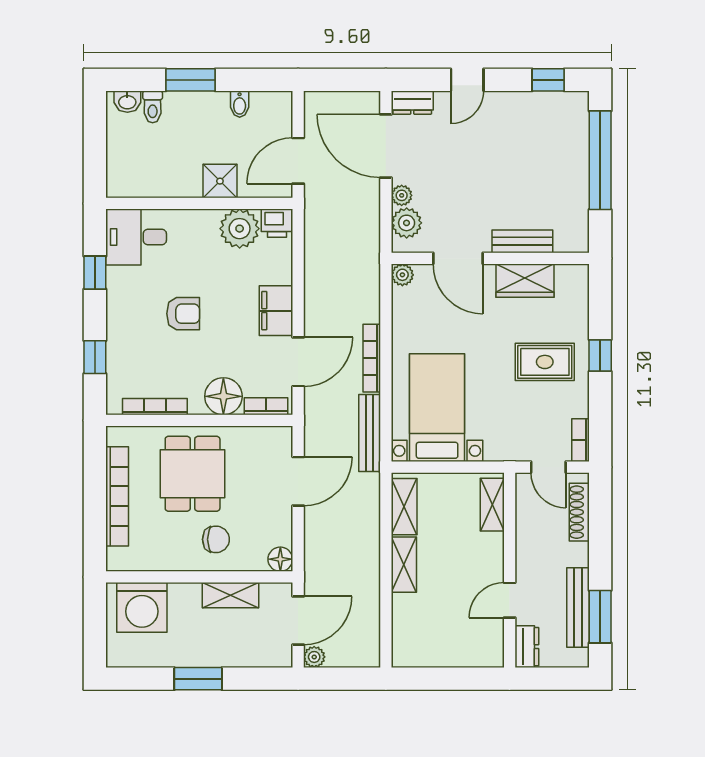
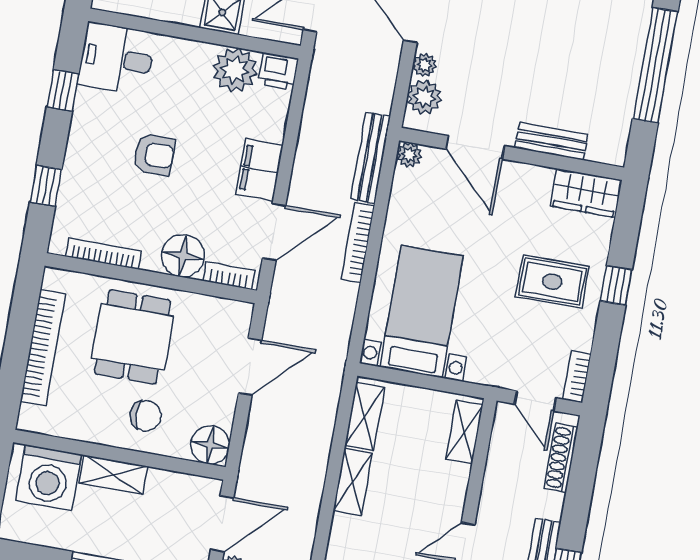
wardrobe: (525, 281) -> (586, 193), moved
bench: (370, 433) -> (371, 158), moved
floor lamp: (280, 559) -> (210, 445), width x1.38, depth x1.38
shelving: (230, 595) -> (113, 475), moved

